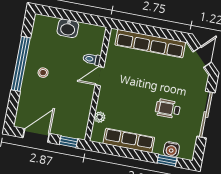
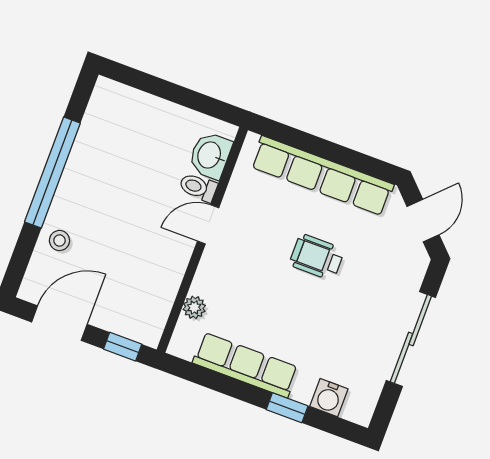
washbasin: (68, 28) -> (210, 155), moved, turned 90
stool: (43, 73) -> (59, 240), moved
wheelchair: (168, 109) -> (317, 257), moved
window: (167, 160) -> (287, 408), moved

